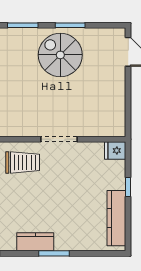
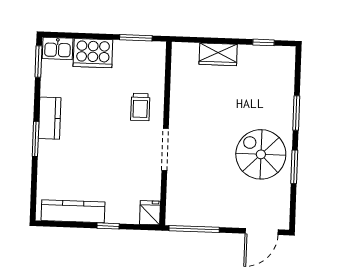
spiral stairs: (60, 55) -> (261, 154), turned -90
window: (128, 111) -> (194, 229), added
trolley: (23, 162) -> (140, 107), width x0.73, depth x0.72

